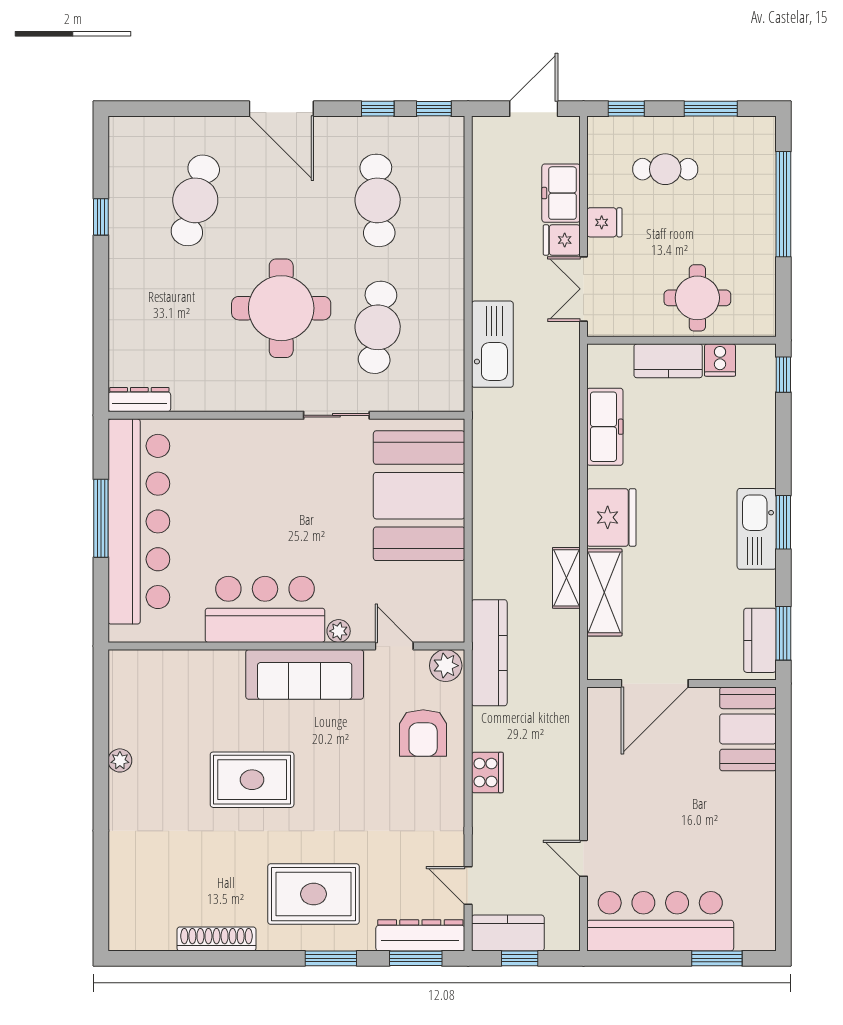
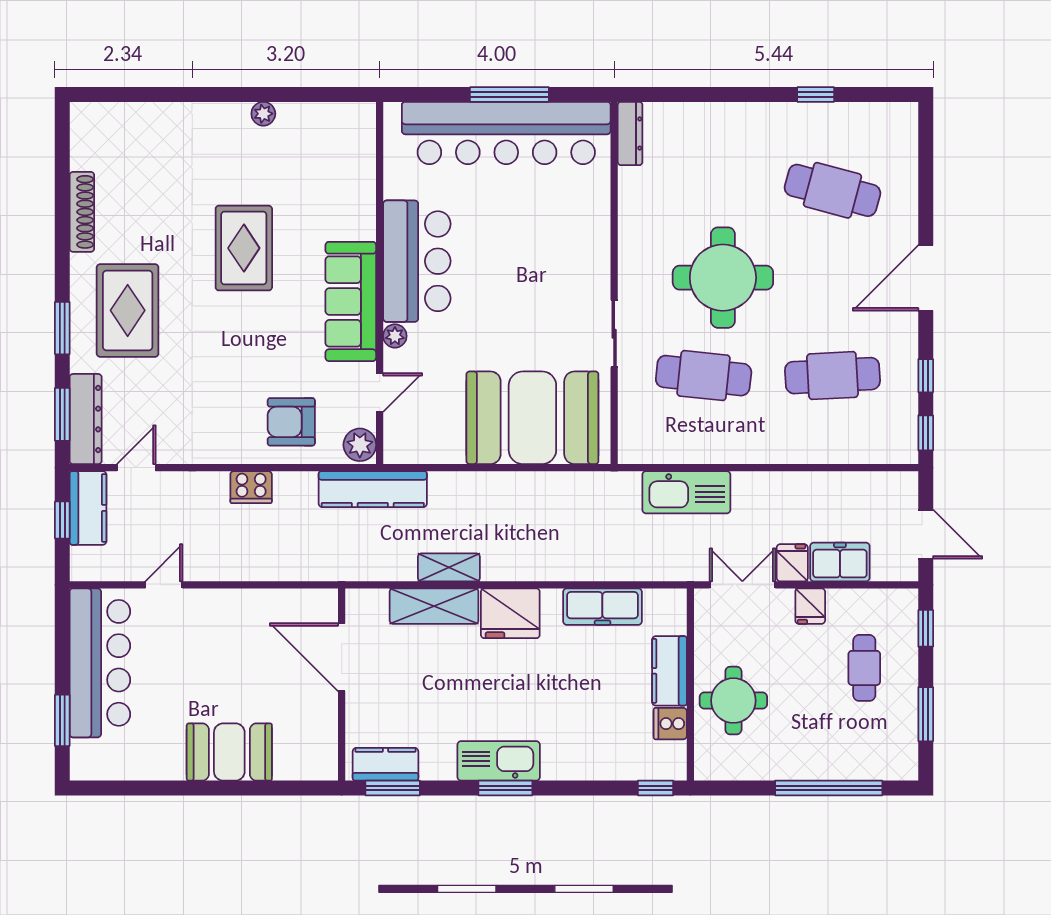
booth: (748, 729) -> (229, 752), moved

